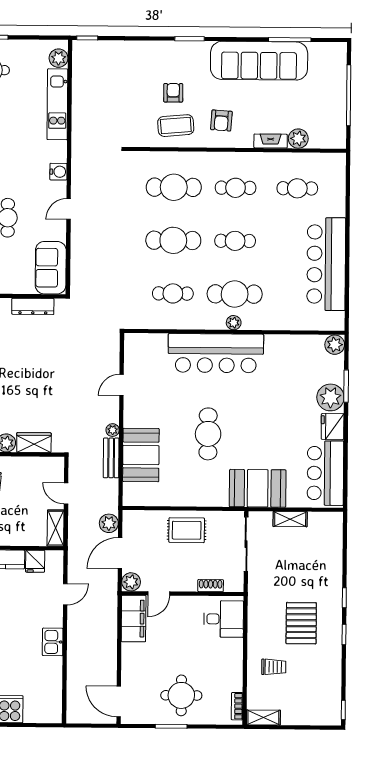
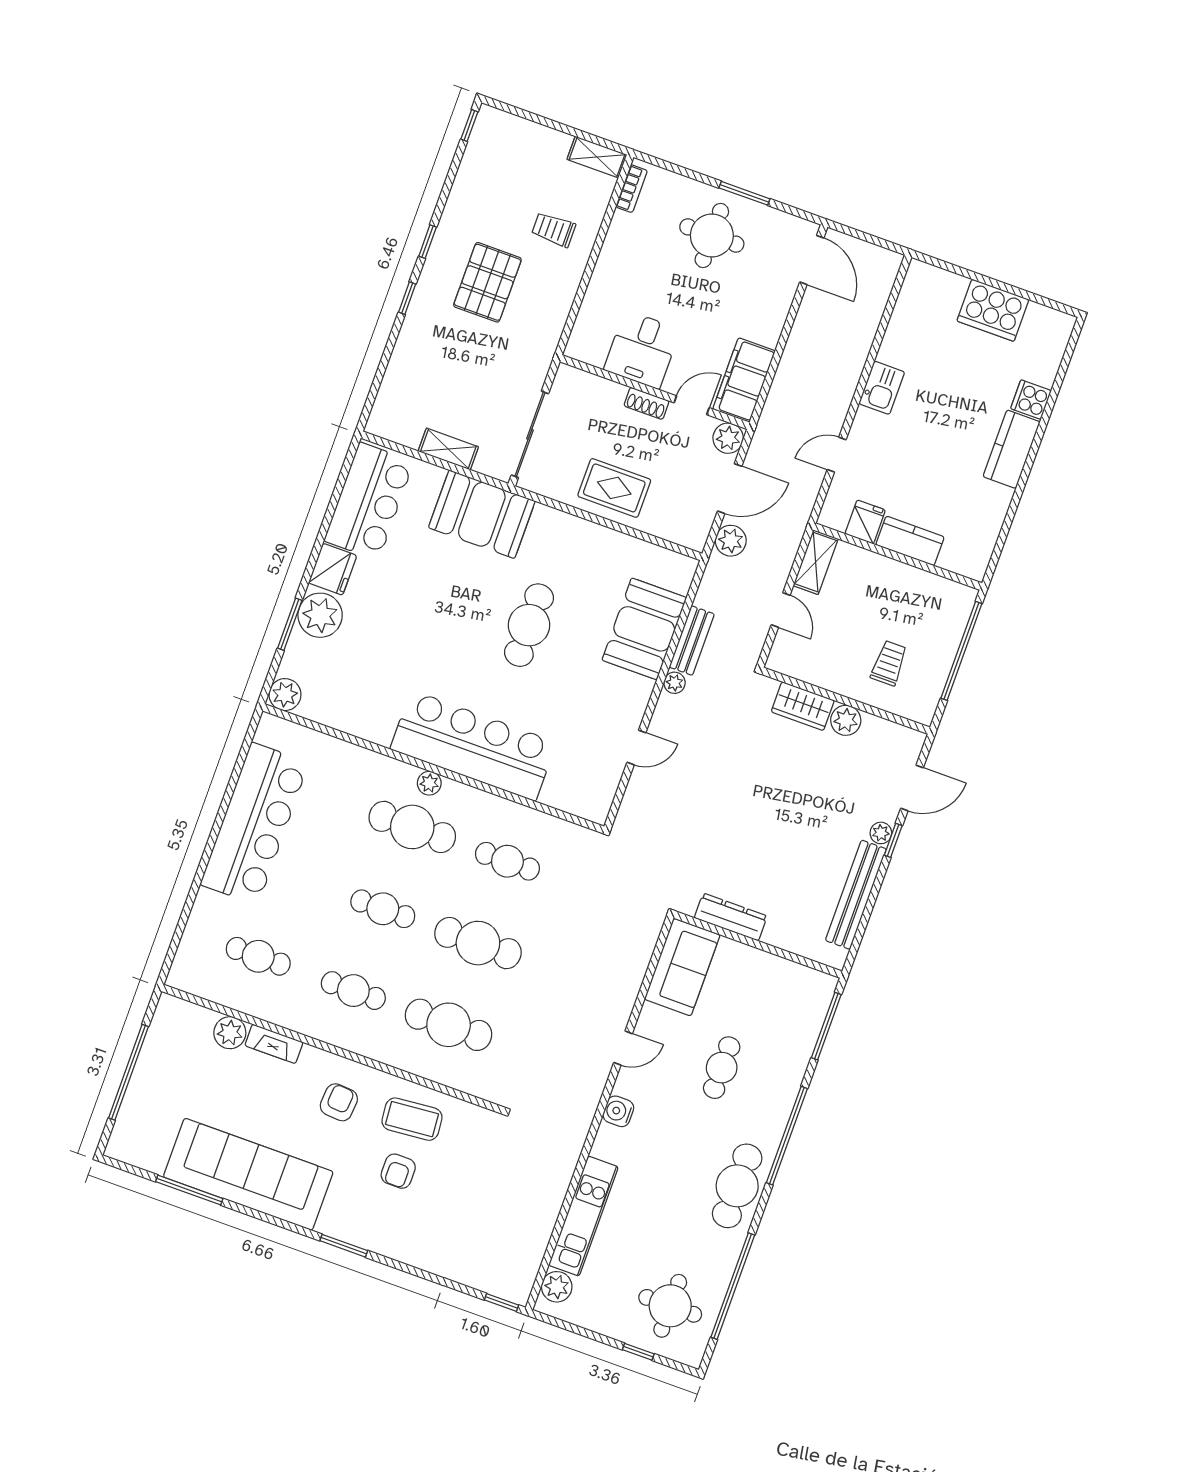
shoe rack: (211, 586) -> (646, 403), moved
desk: (224, 619) -> (642, 350), moved, turned -90

